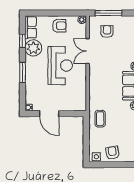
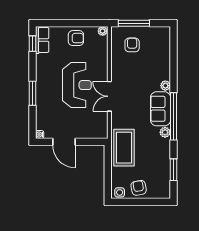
window: (23, 41) -> (33, 44), moved
plant: (33, 48) -> (45, 64), removed
double door: (88, 51) -> (109, 96), moved
coffee table: (100, 119) -> (124, 148), width x1.86, depth x1.72

